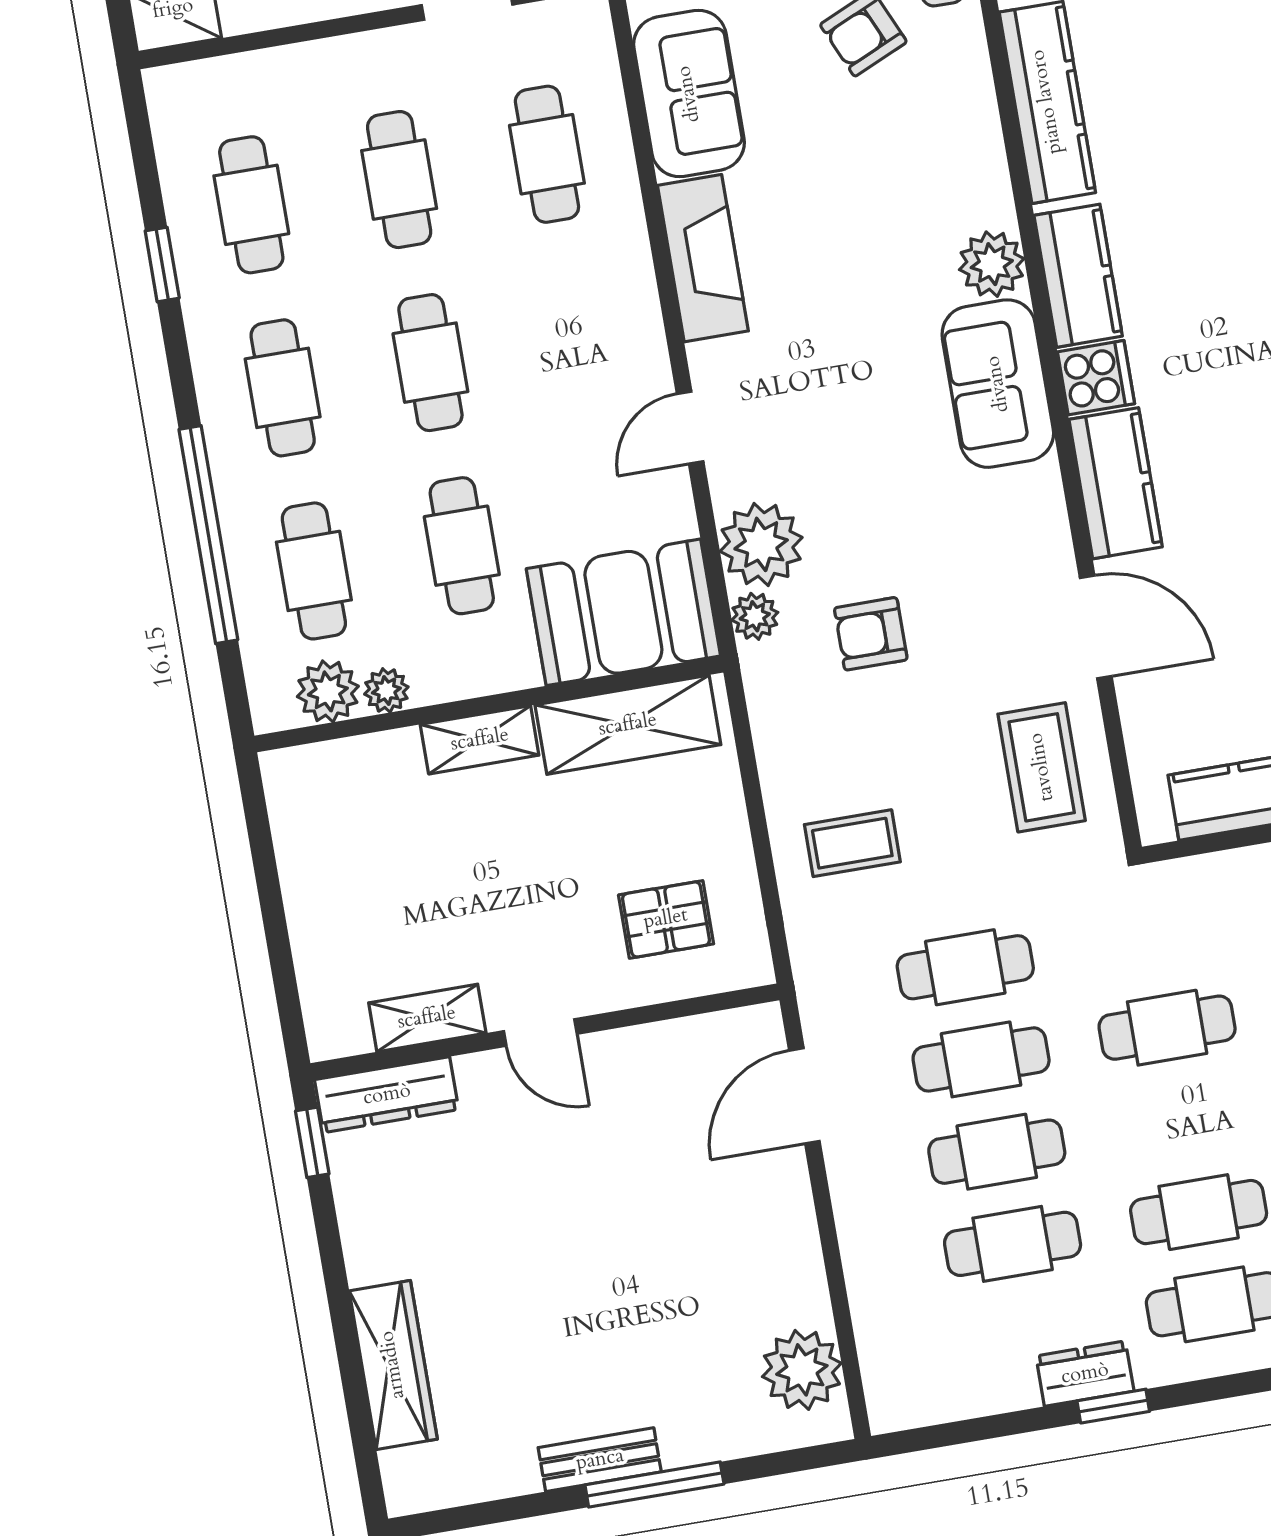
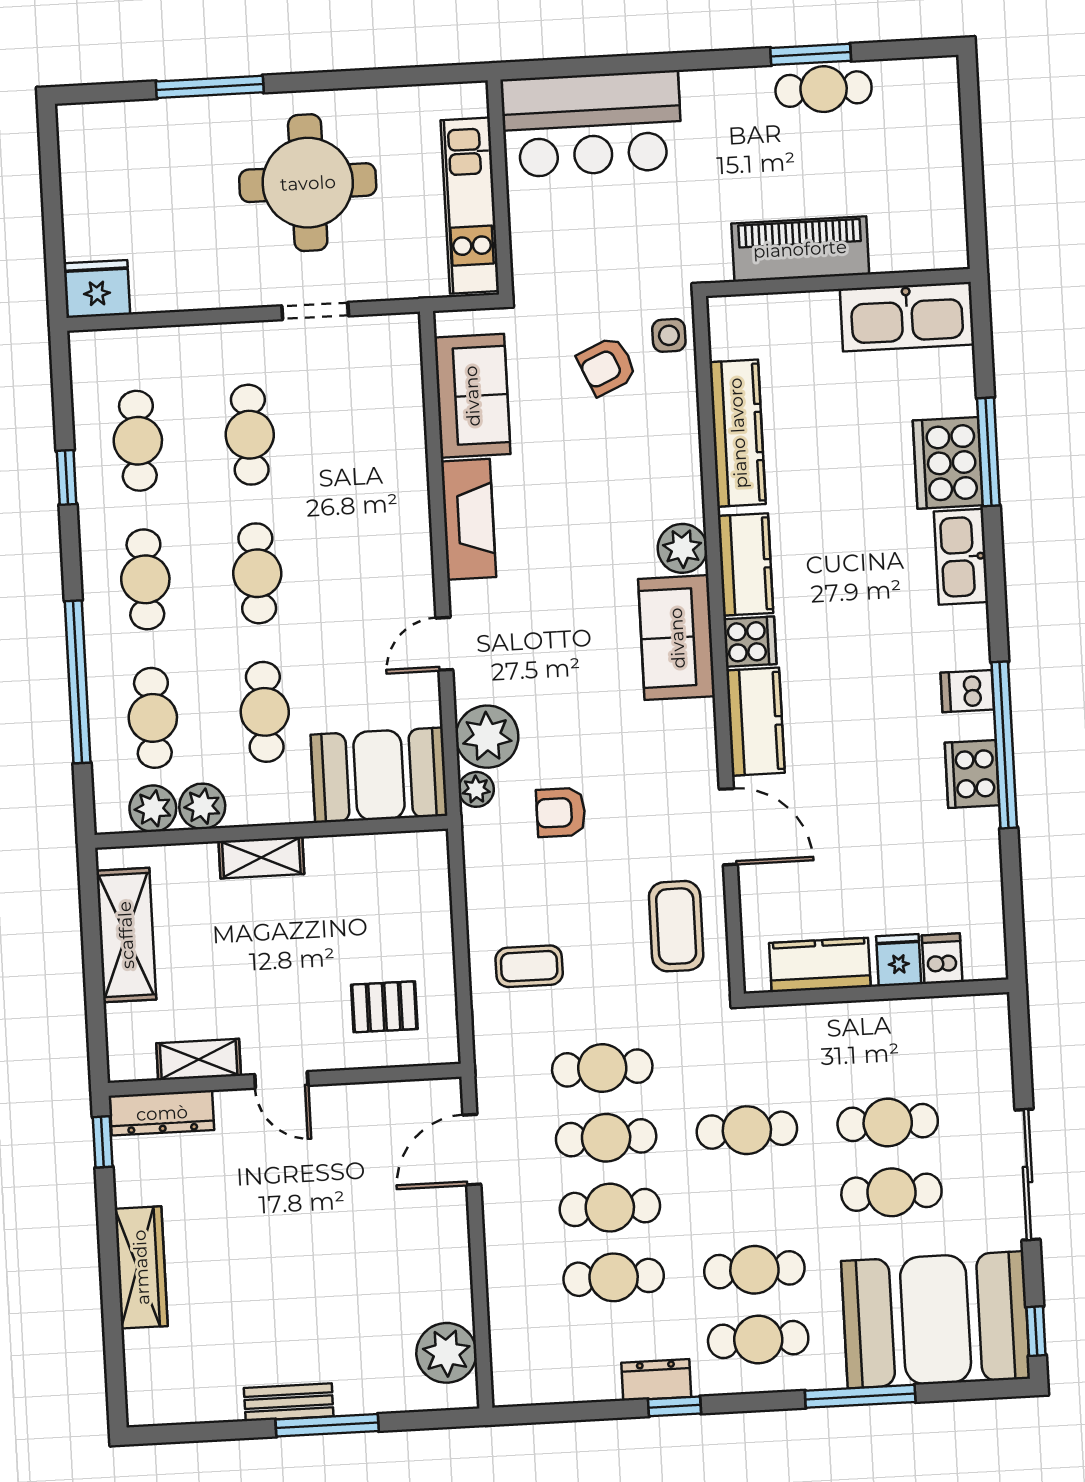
cafe table: (547, 154) -> (362, 429), removed
plant: (386, 690) -> (202, 806), width x1.38, depth x1.38
shelving: (628, 725) -> (126, 935), moved, turned 90
wardrobe: (393, 1365) -> (141, 1267), moved

